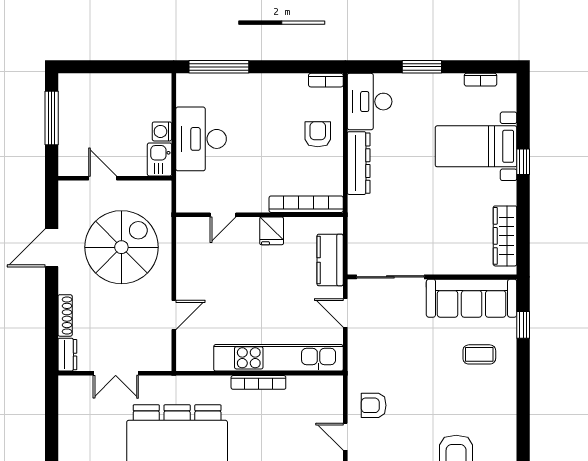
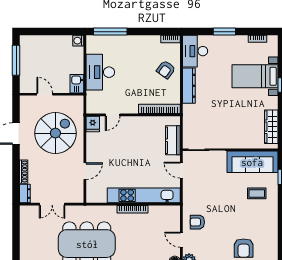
washing machine: (162, 131) -> (78, 41), moved
armchair: (318, 134) -> (166, 70), turned -144
fridge: (272, 231) -> (93, 124), moved

